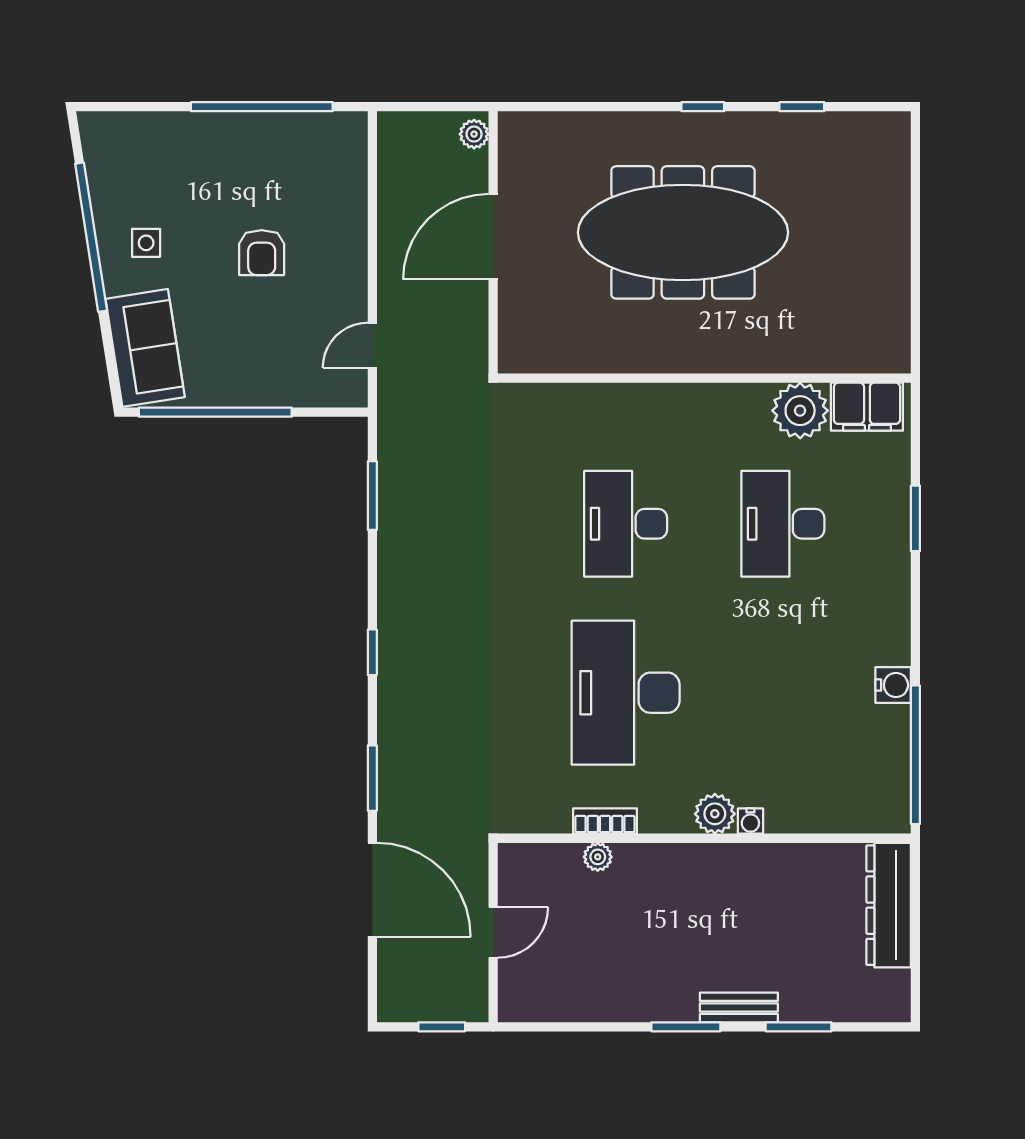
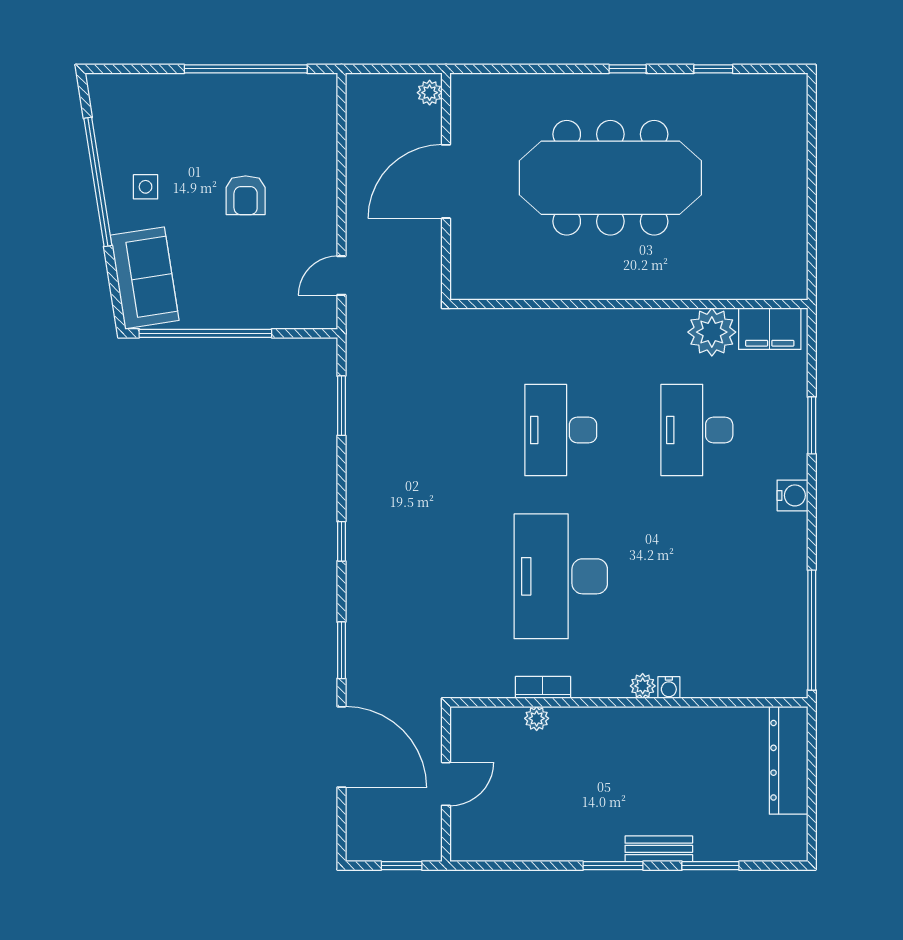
water cooler: (893, 685) -> (792, 495), moved
plant: (715, 814) -> (643, 686), width x0.73, depth x0.73

